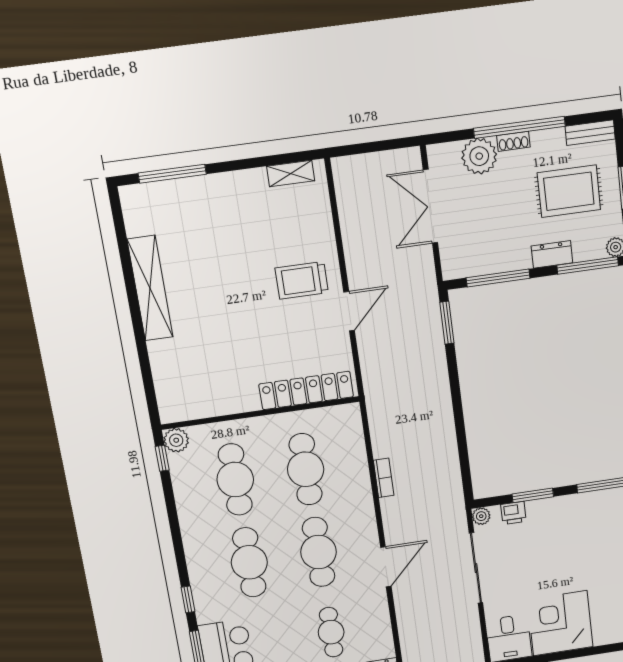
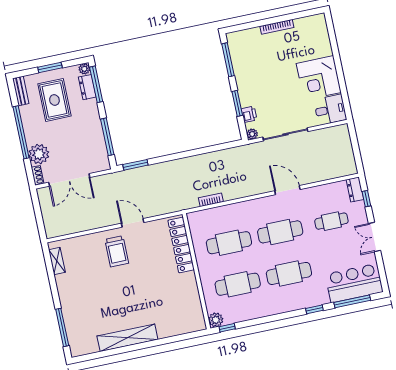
shoe rack: (513, 141) -> (38, 175), moved
dresser: (552, 254) -> (87, 87), moved
bookcase: (384, 478) -> (211, 200), moved

